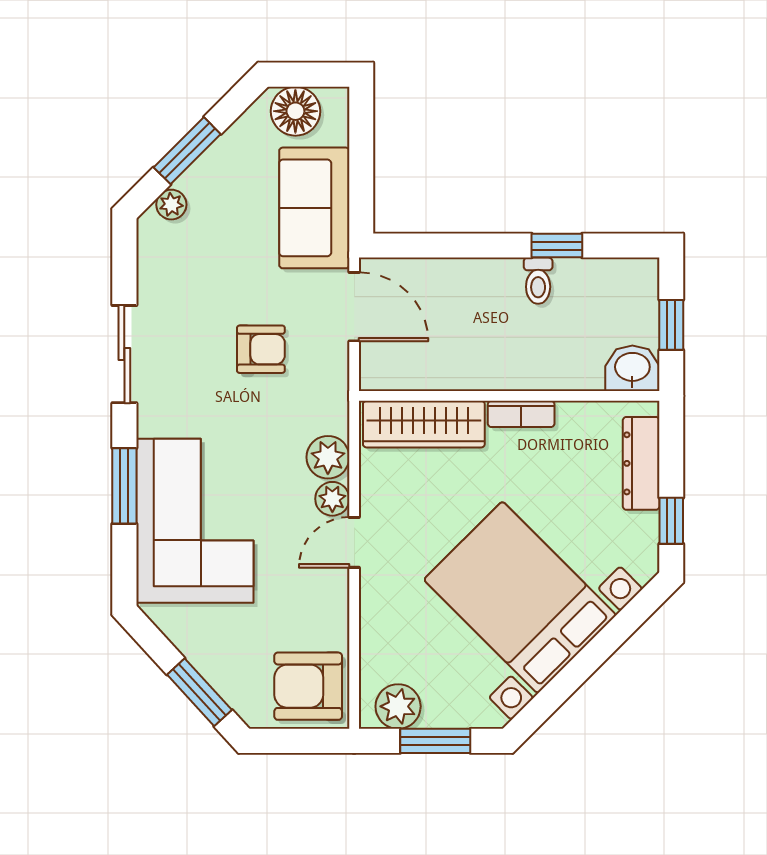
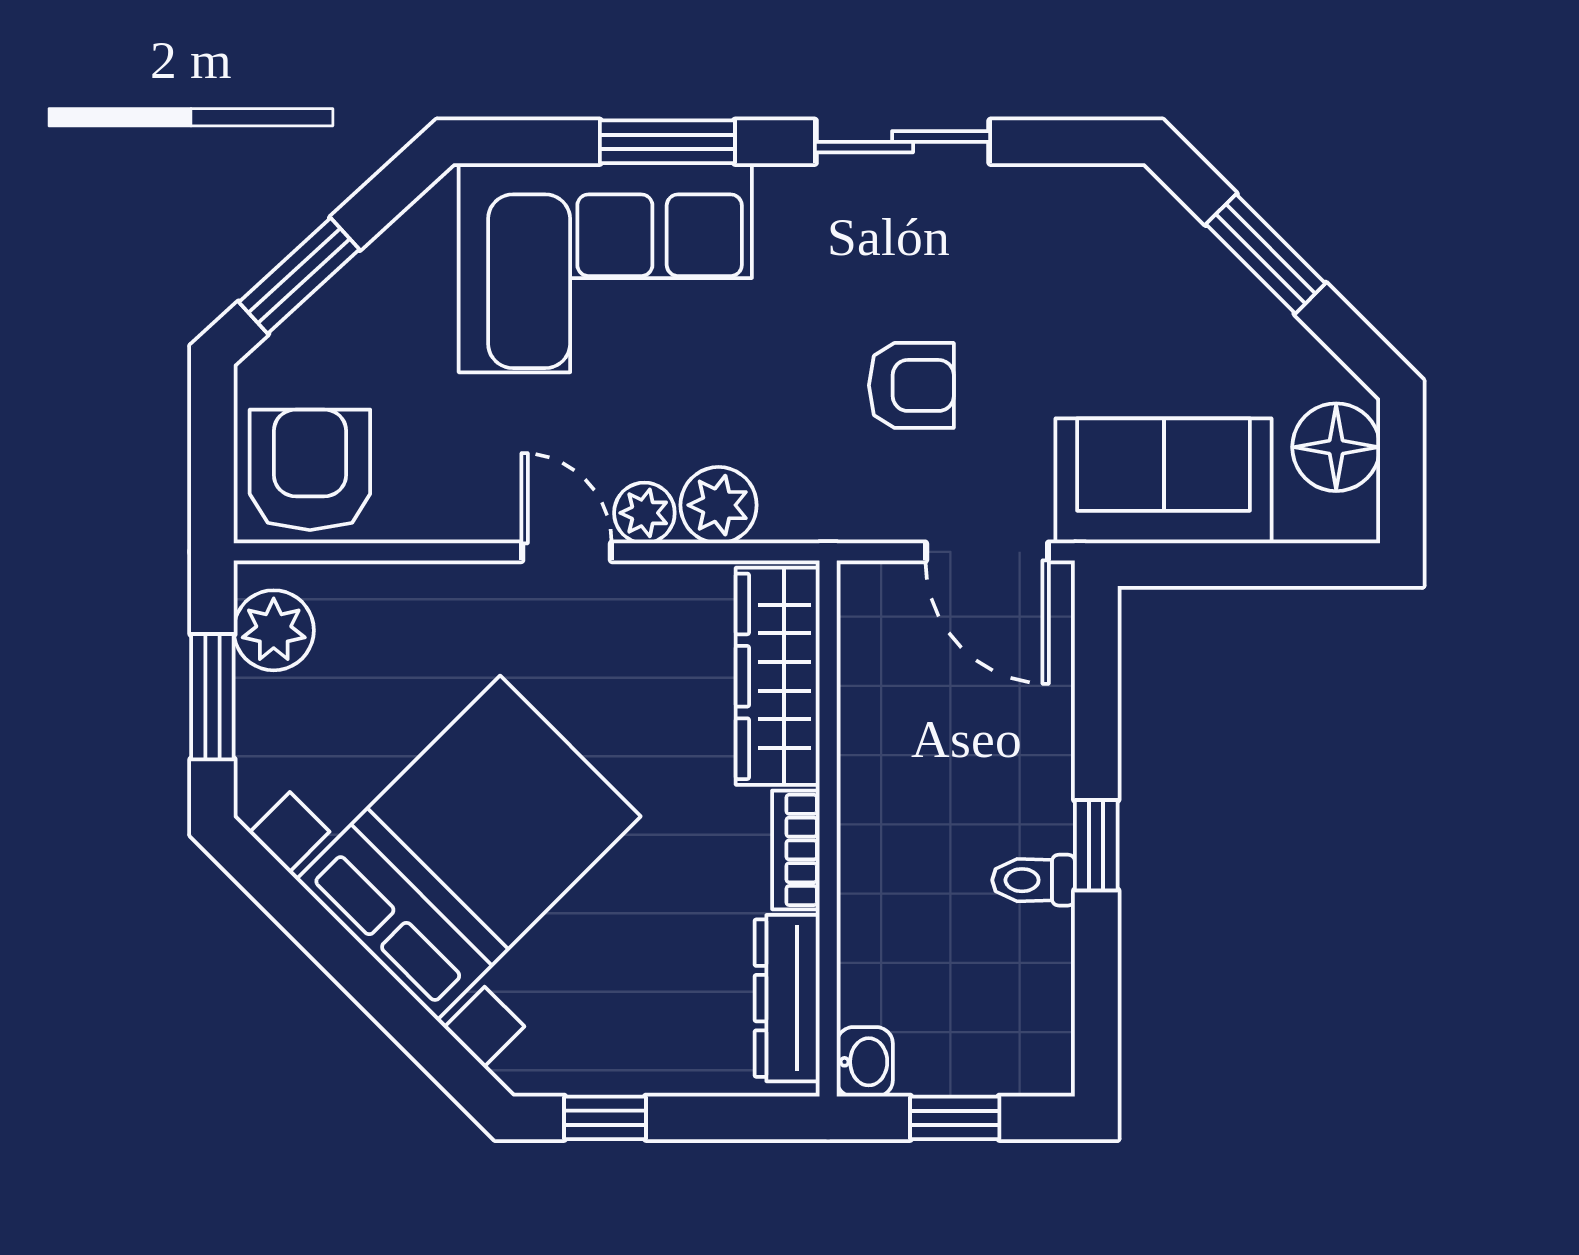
plant: (171, 205) -> (1169, 226), removed
window: (557, 246) -> (1096, 845), moved
door: (354, 307) -> (987, 552), hinge flipped
armchair: (261, 349) -> (911, 385), turned -90
washbasin: (632, 368) -> (865, 1062), width x0.72, depth x0.69
dresser: (641, 463) -> (787, 998), moved, turned -90

